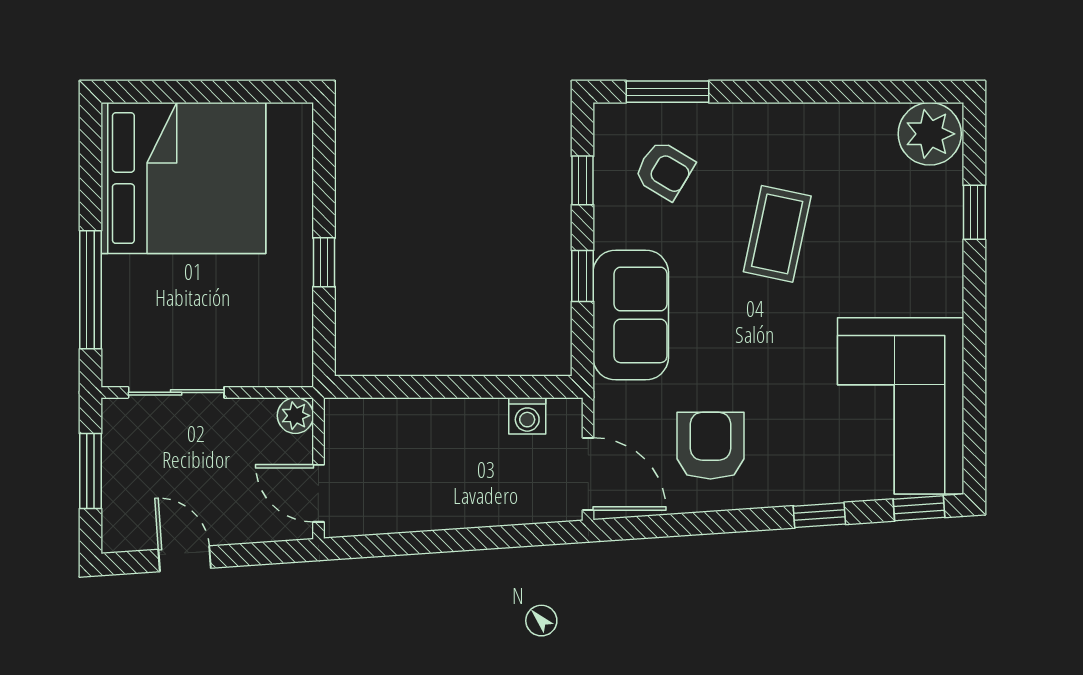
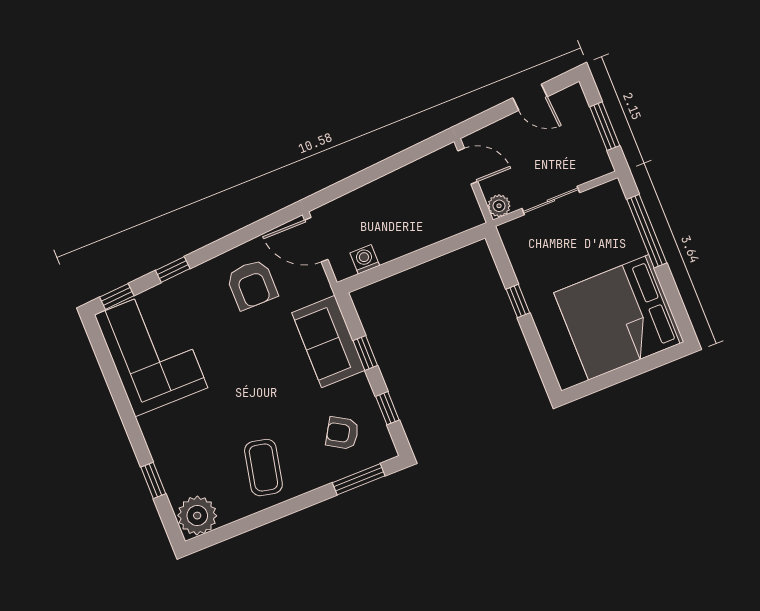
coffee table: (777, 234) -> (263, 468), moved
sliding door: (176, 392) -> (551, 201), moved

